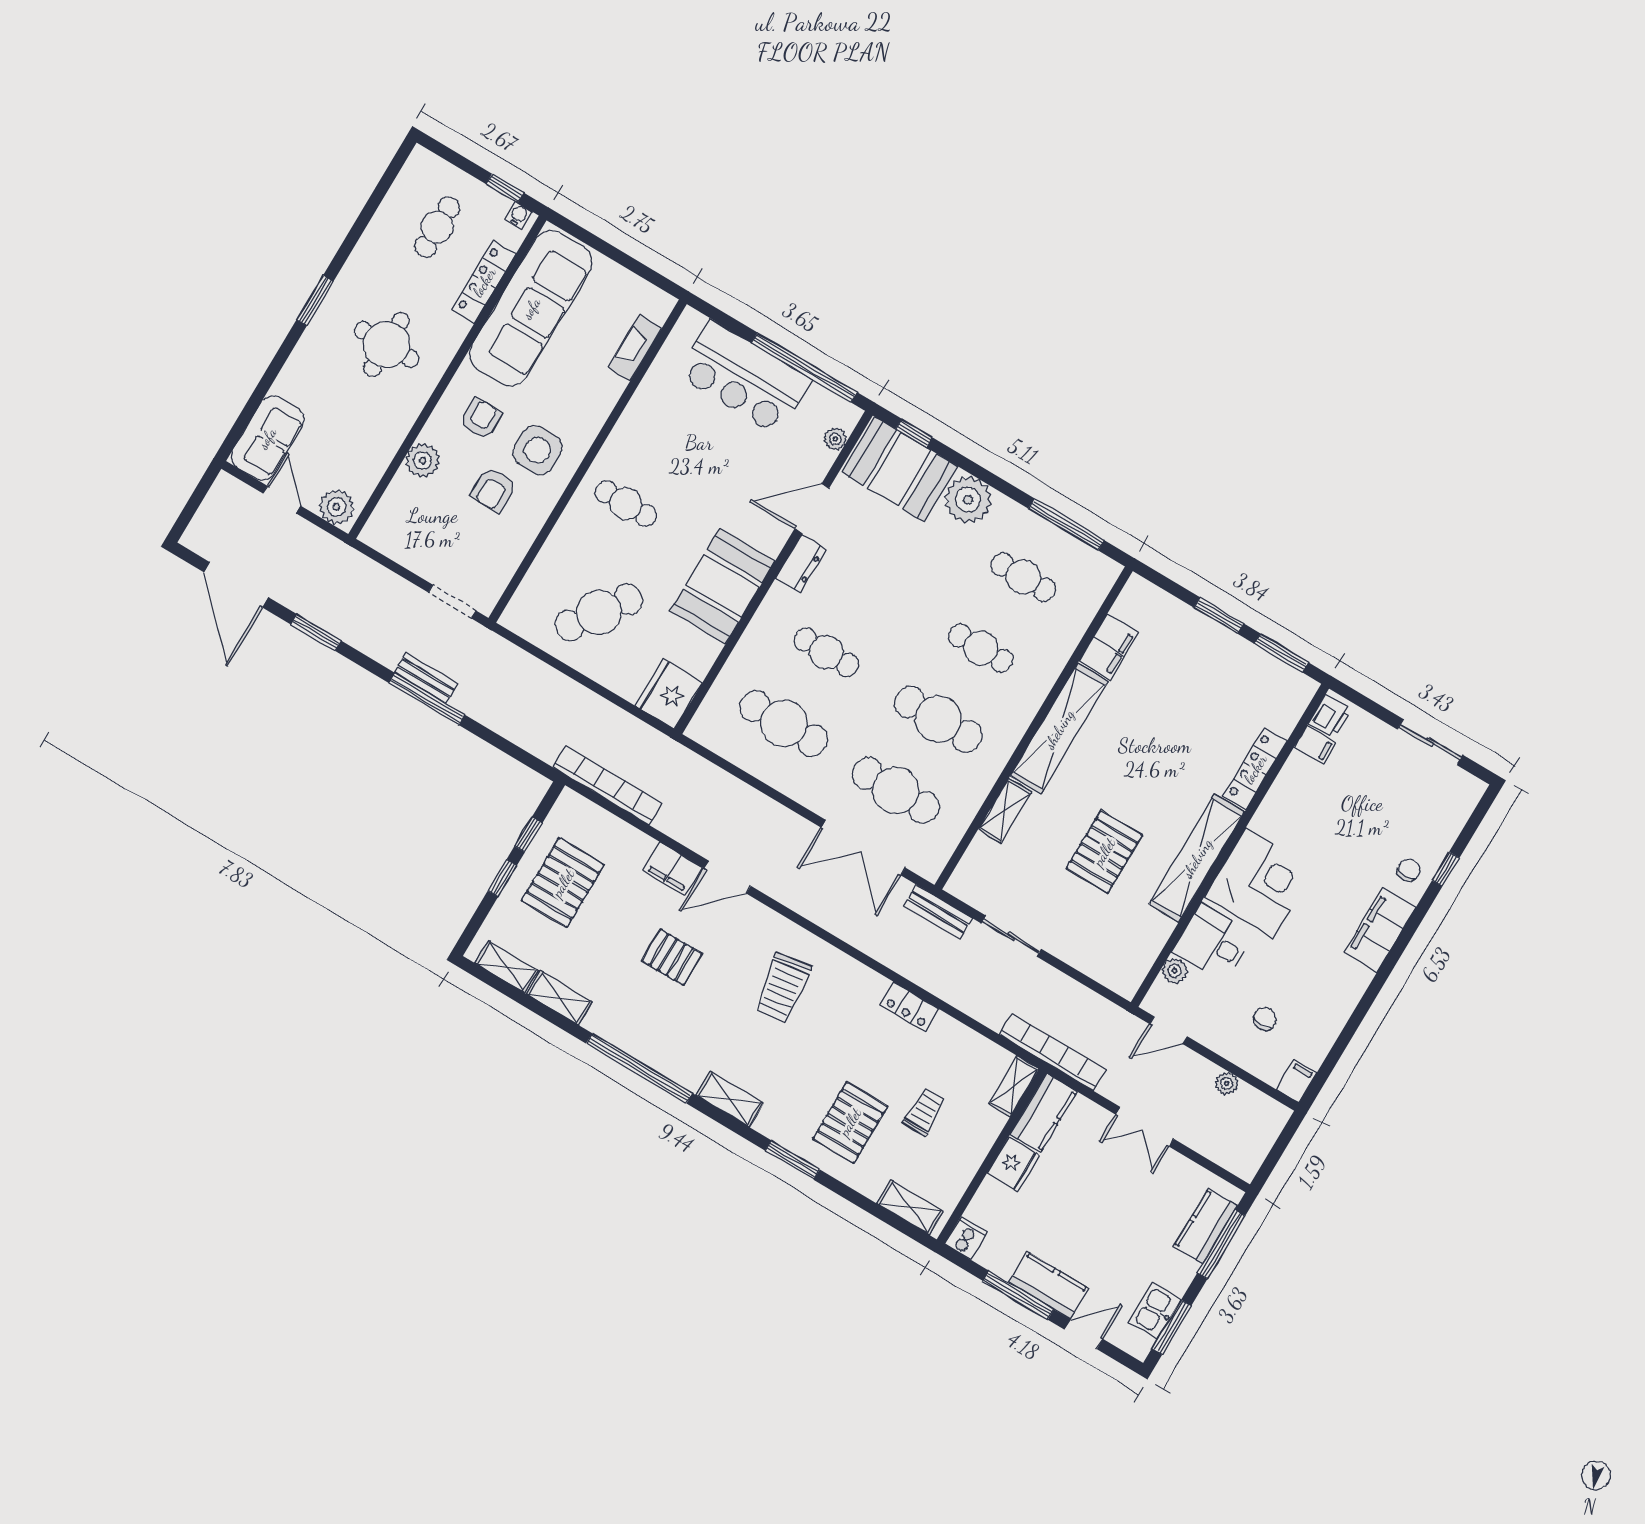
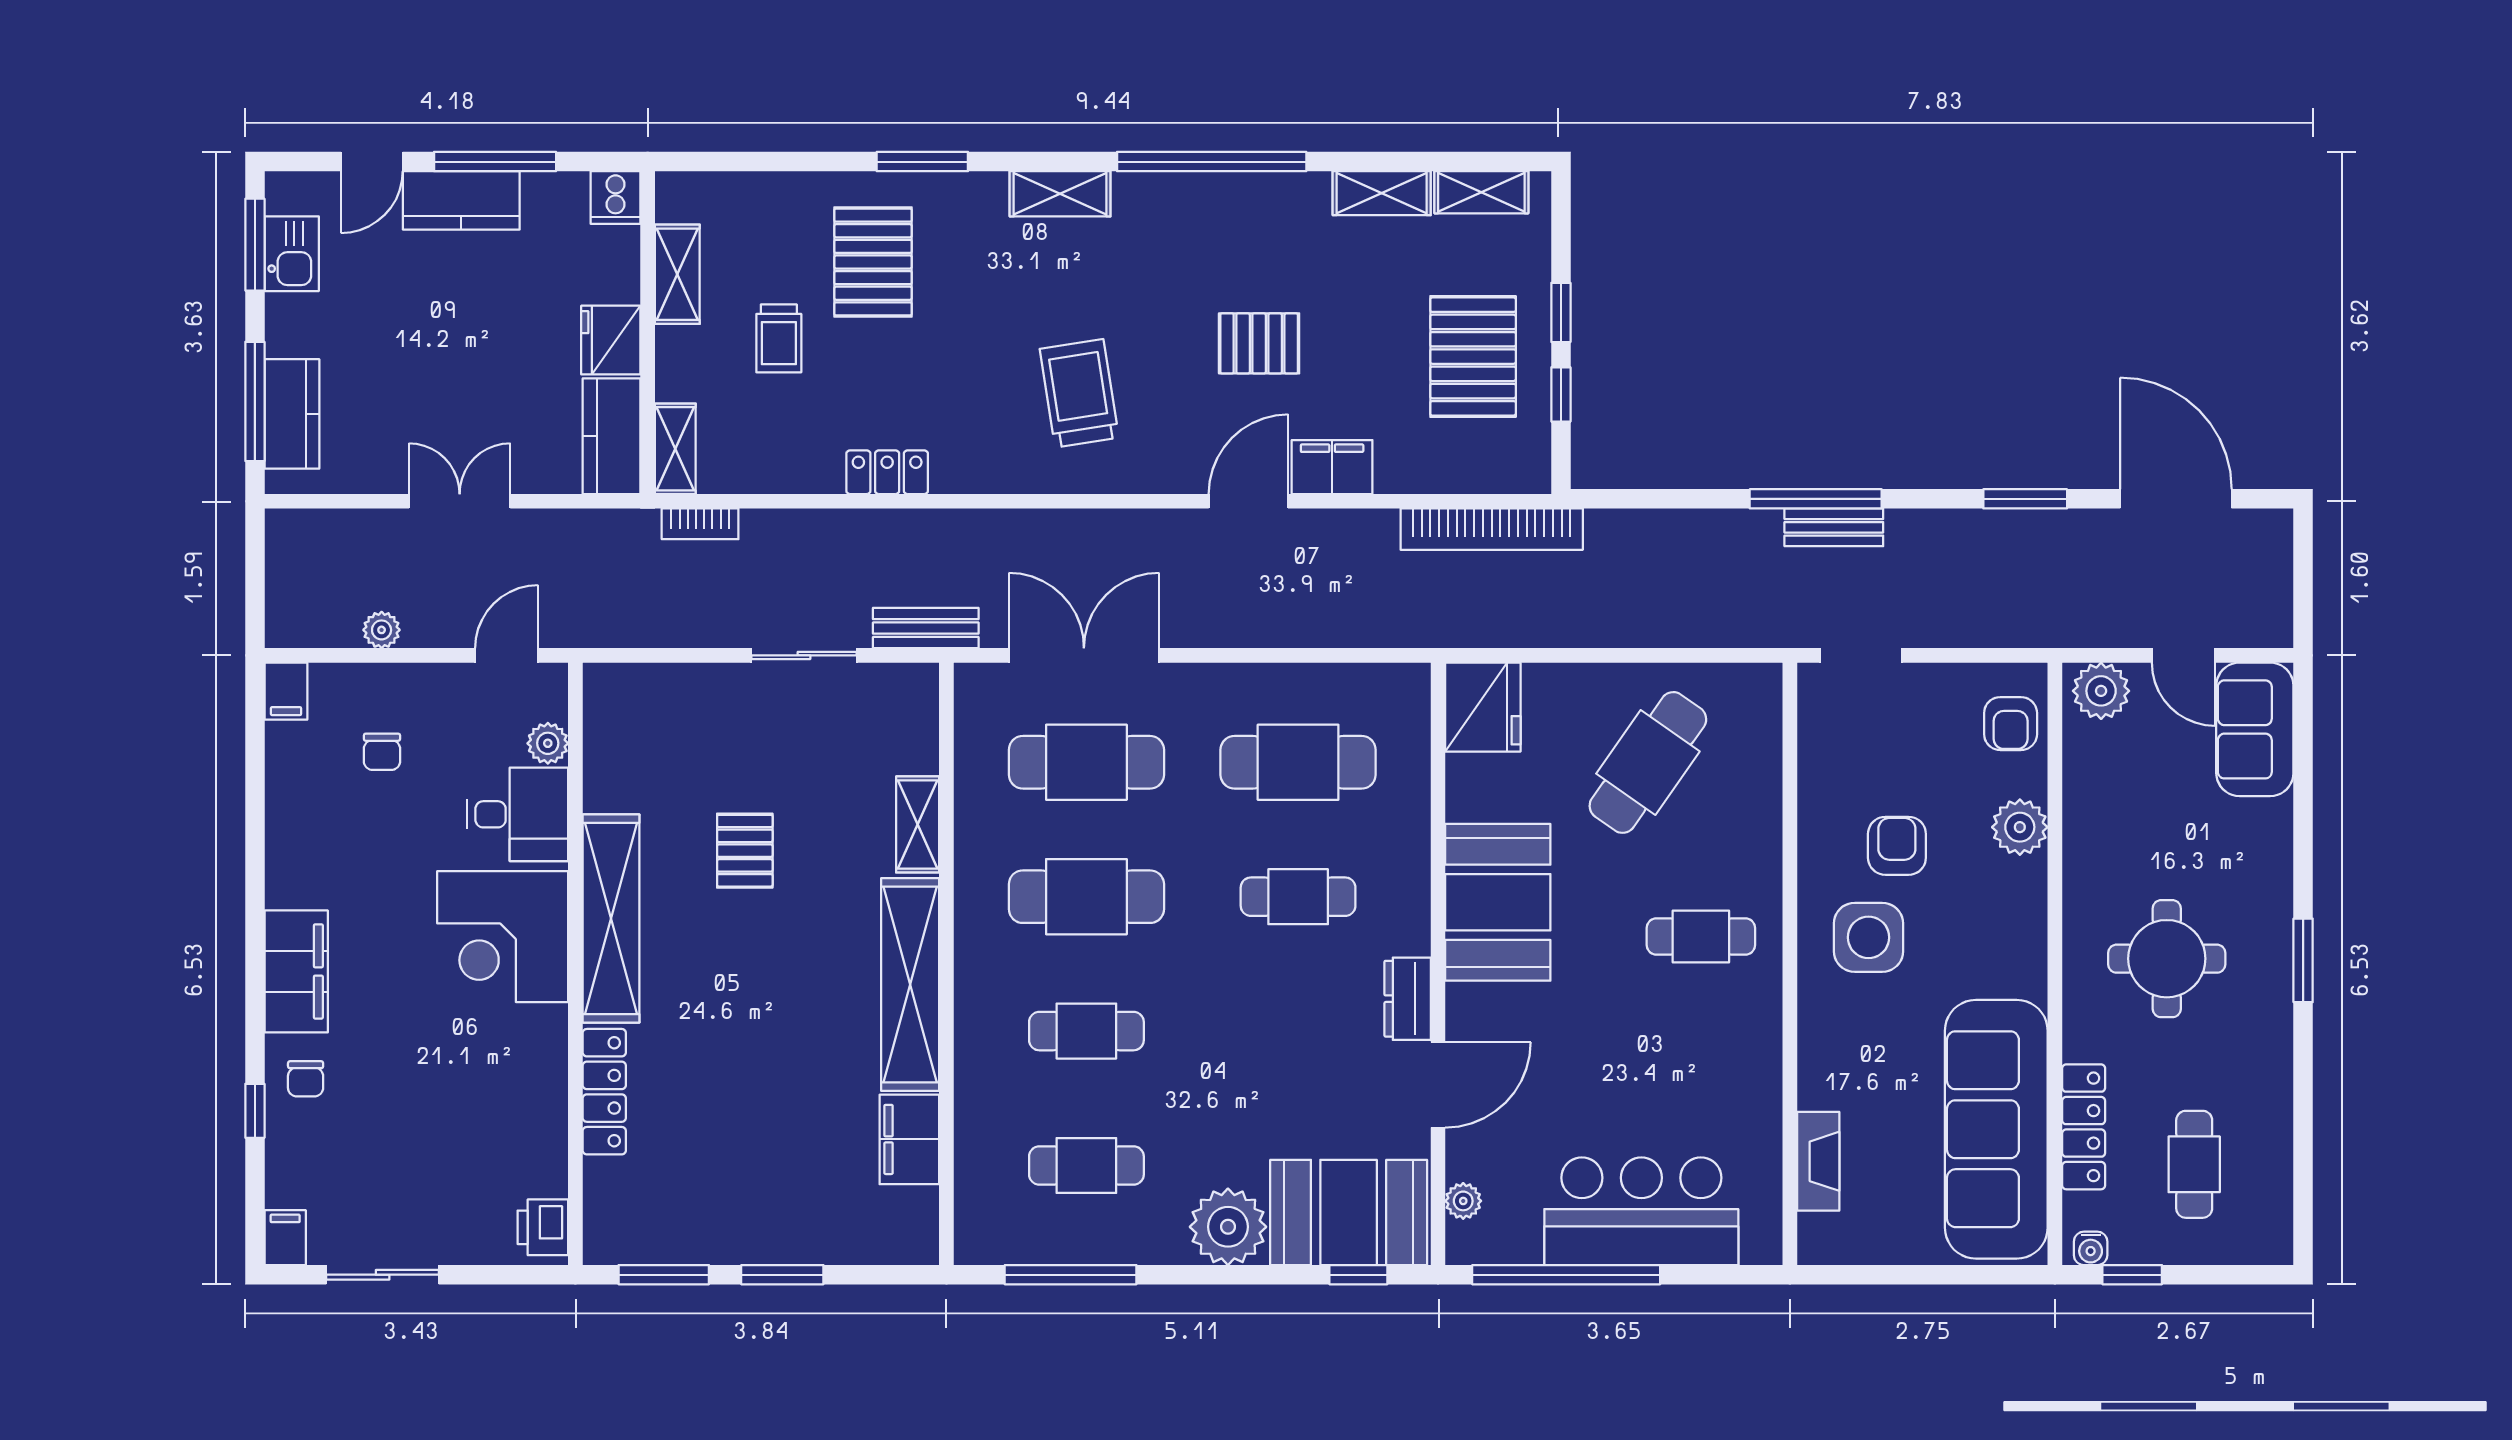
armchair: (481, 419) -> (2011, 724), moved
filing cabinet: (1315, 745) -> (285, 1238), moved, turned 90
pallet: (1104, 852) -> (745, 851), width x0.67, depth x0.71
bookcase: (1053, 1052) -> (700, 524), width x0.43, depth x0.76
shelving: (910, 1207) -> (677, 274), moved, turned 90

